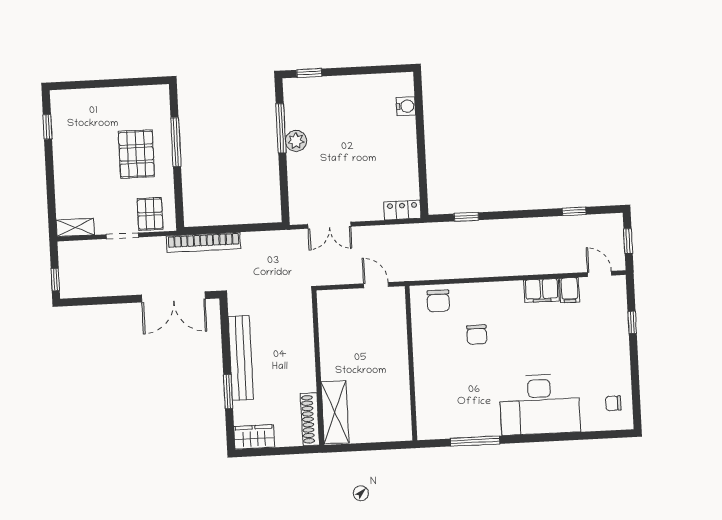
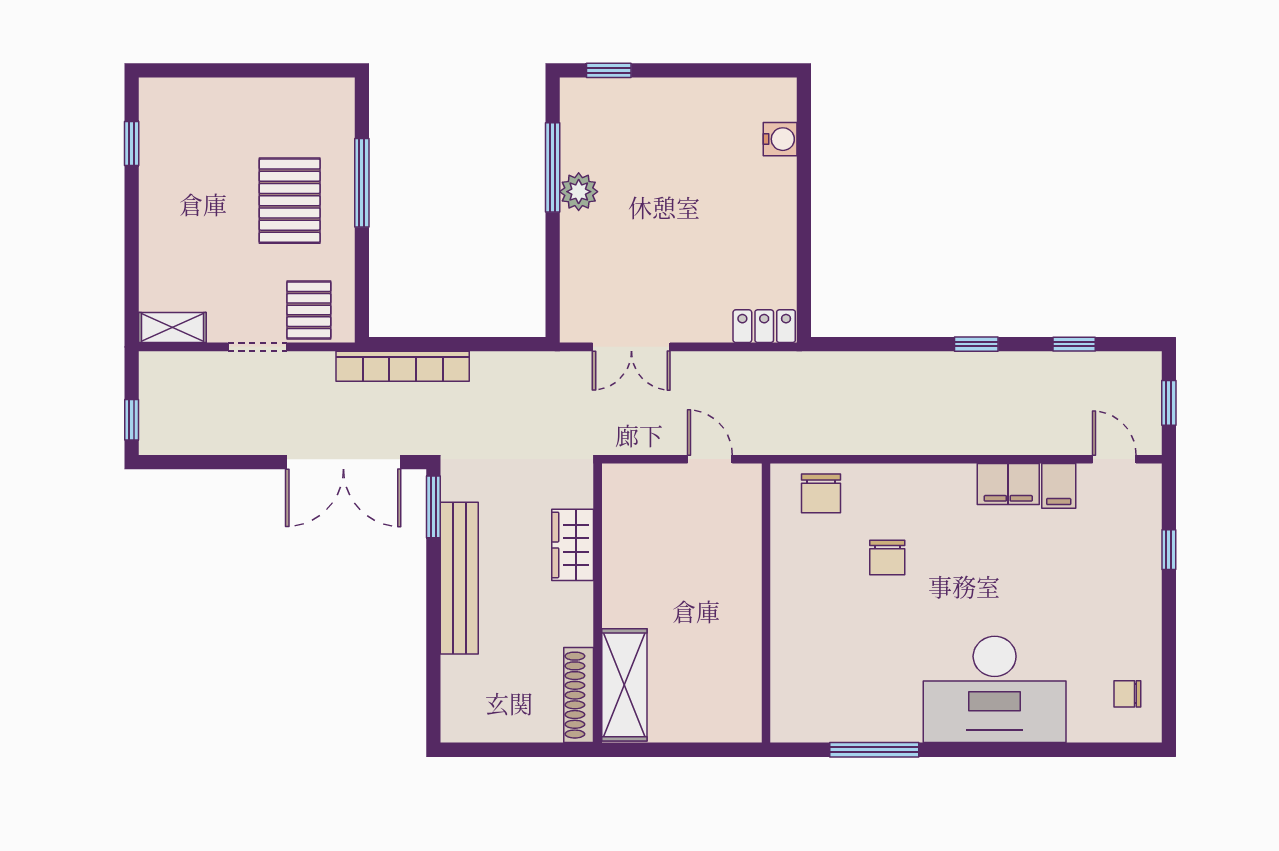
window: (466, 217) -> (976, 344), moved
window: (228, 392) -> (433, 507), moved
wardrobe: (254, 437) -> (573, 545), moved, turned -90

